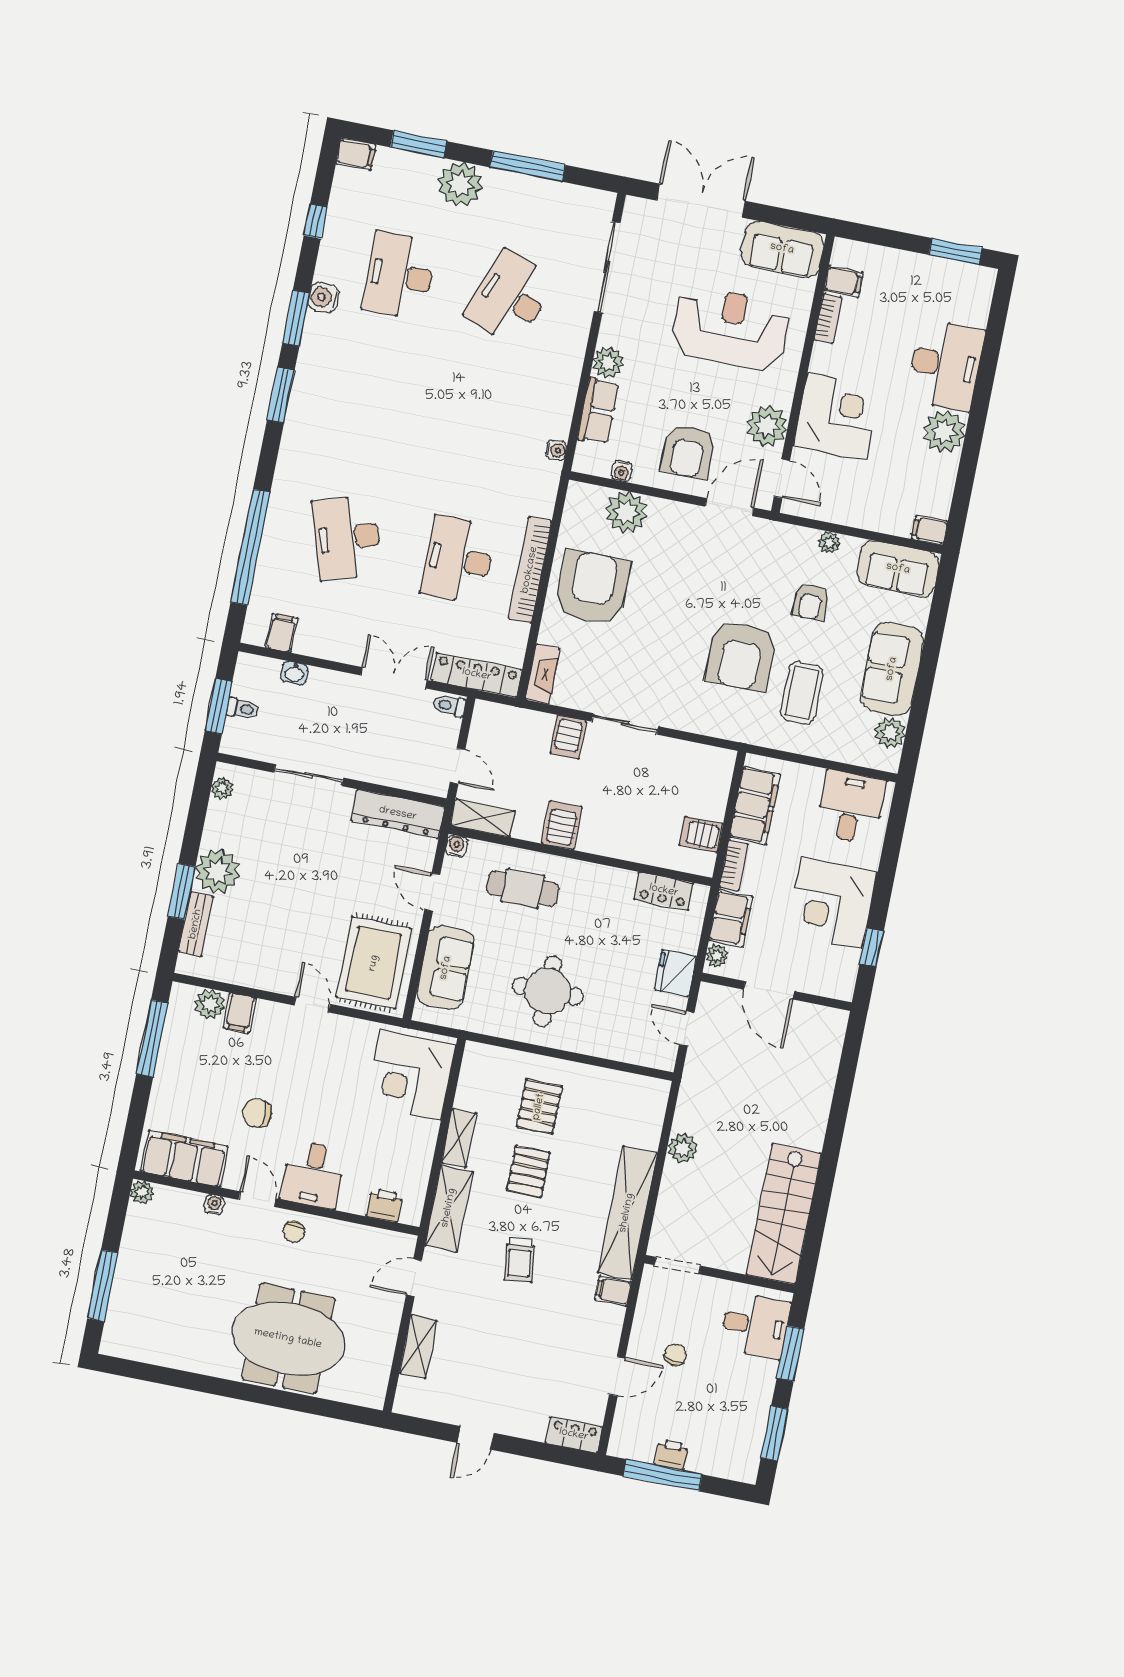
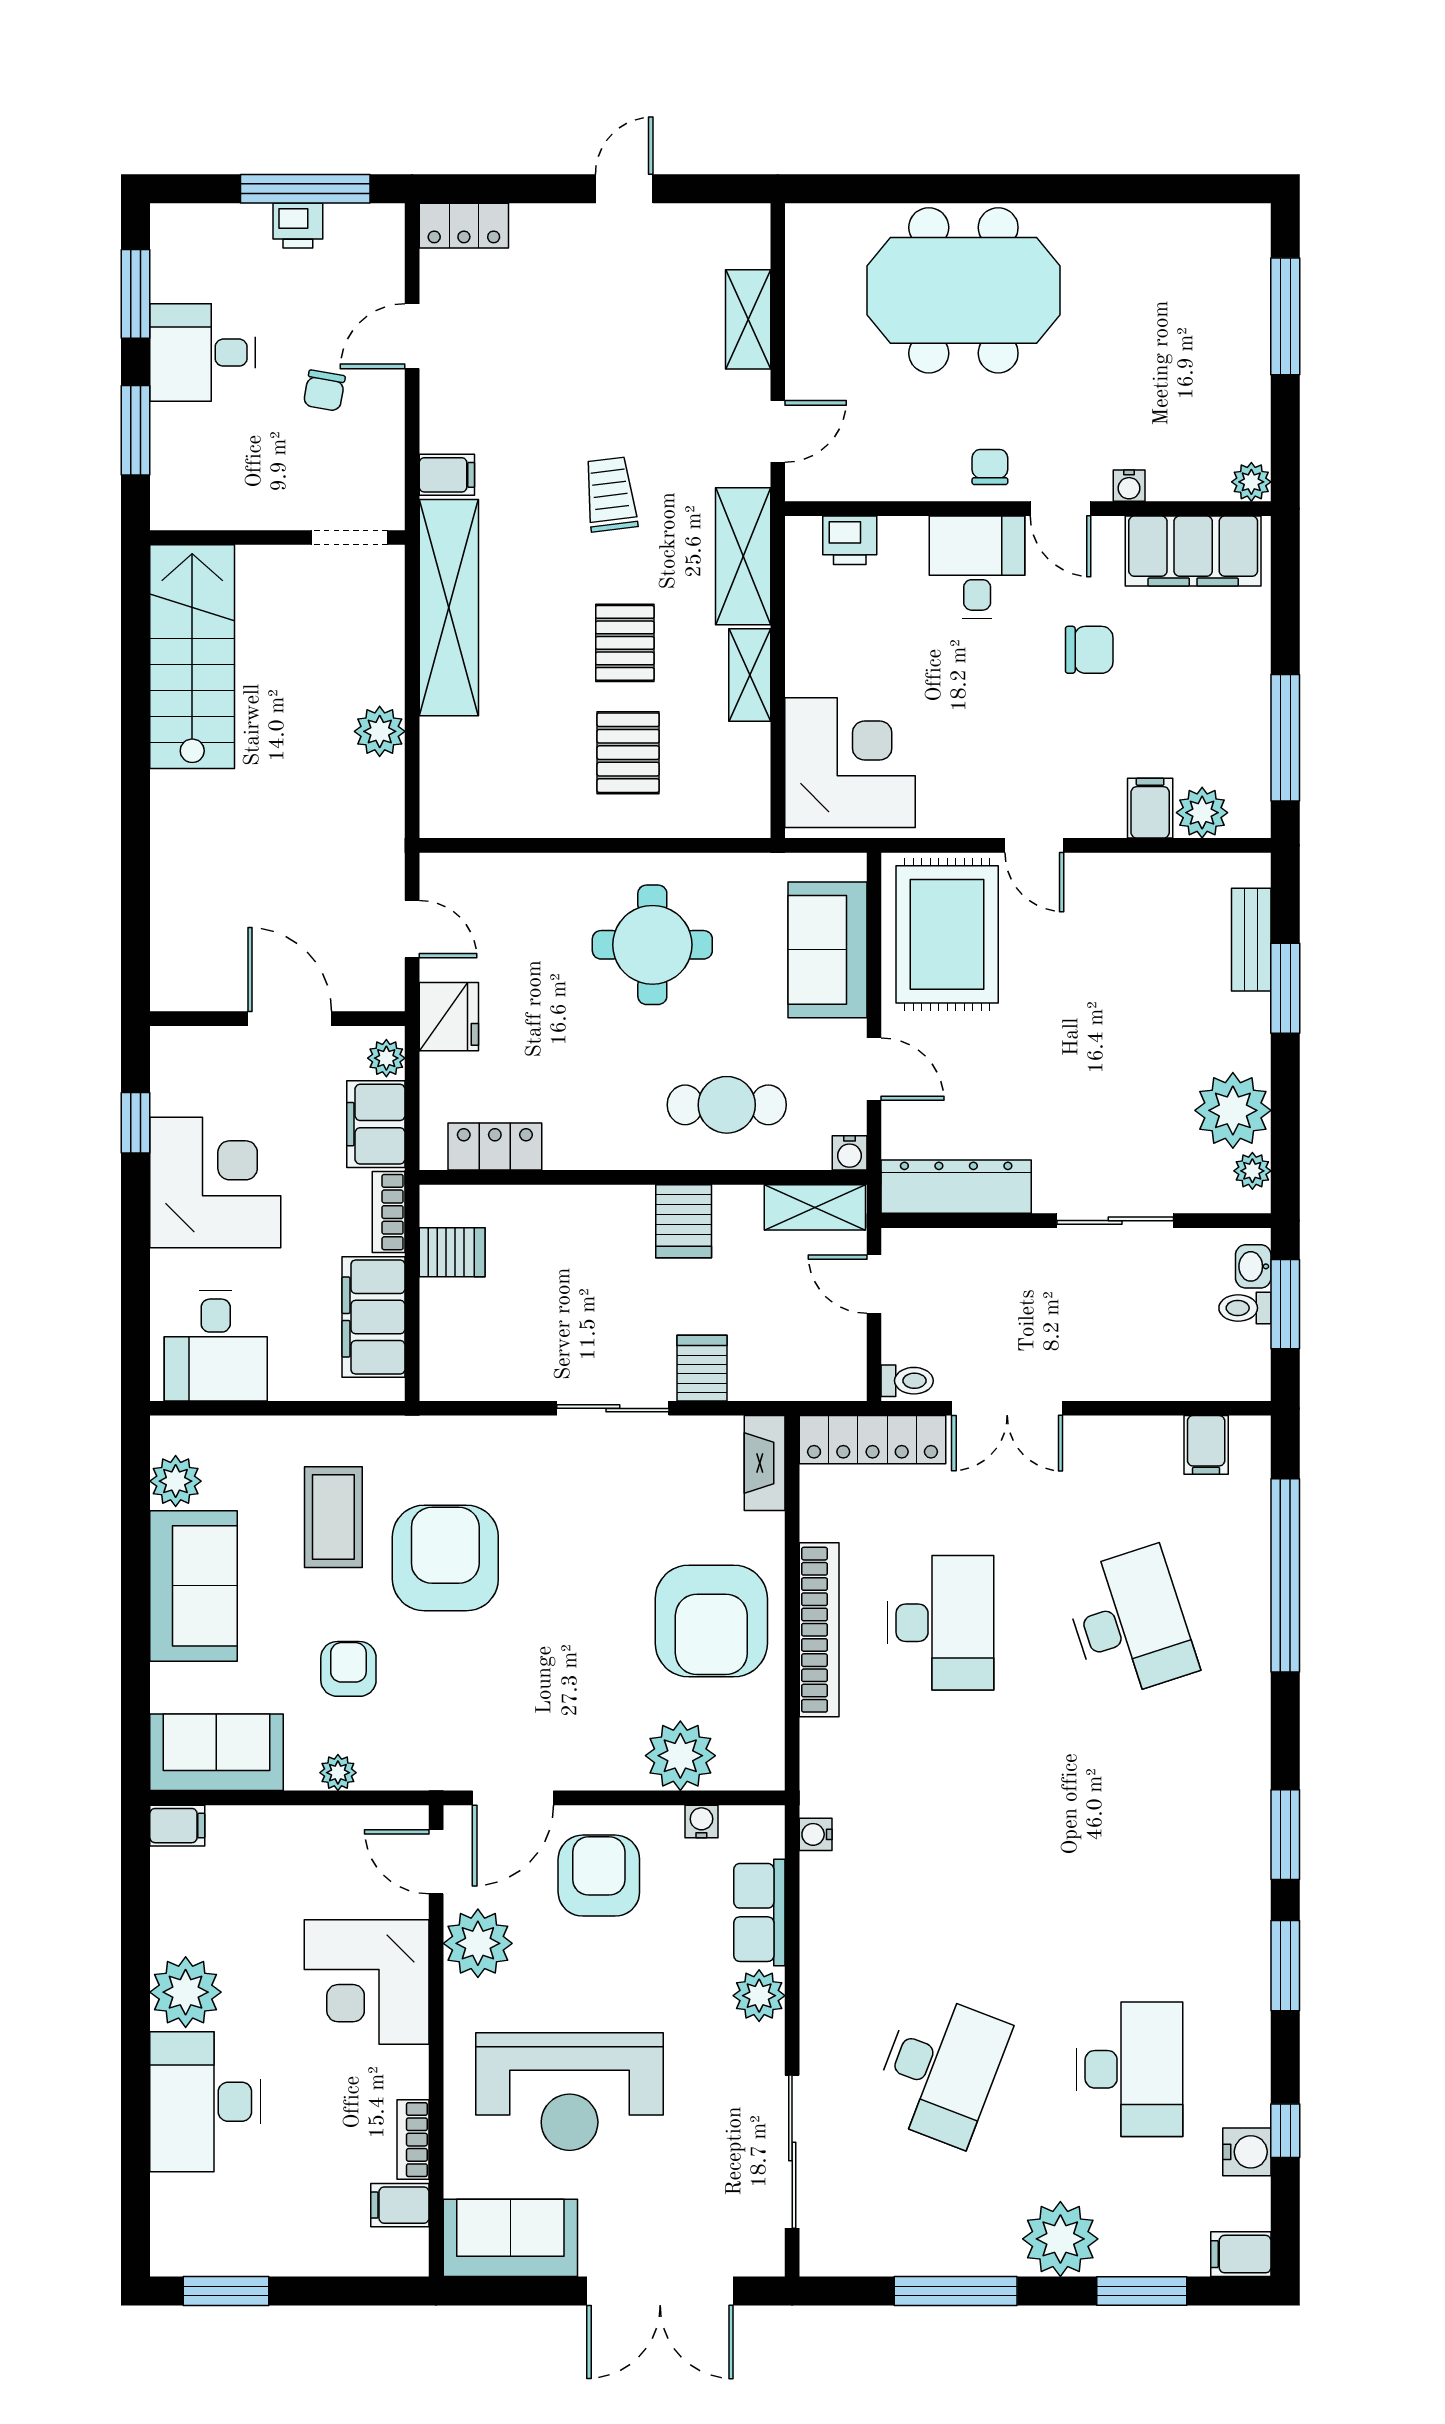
water cooler: (324, 297) -> (1247, 2152), moved
washbasin: (294, 673) -> (1253, 1266), moved, turned -90
plant: (218, 871) -> (1233, 1110), moved
desk: (755, 1325) -> (203, 353), moved

